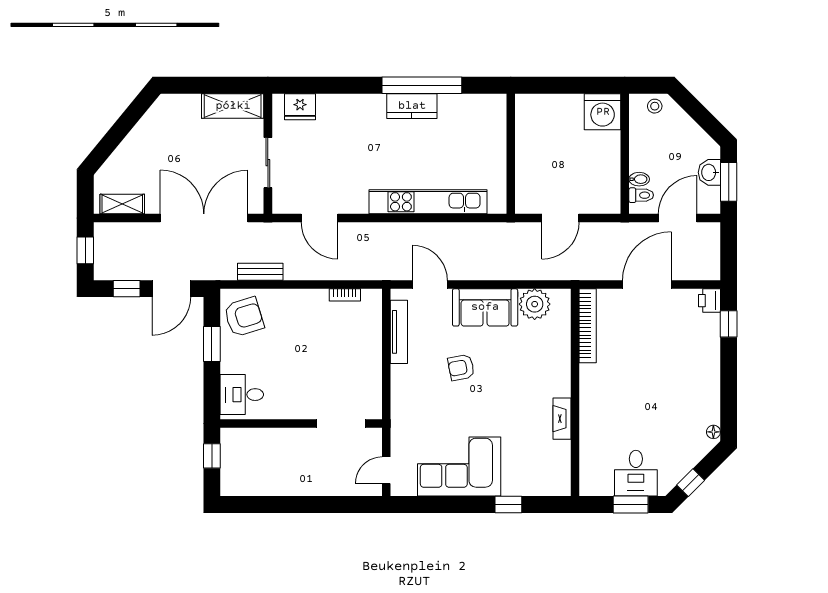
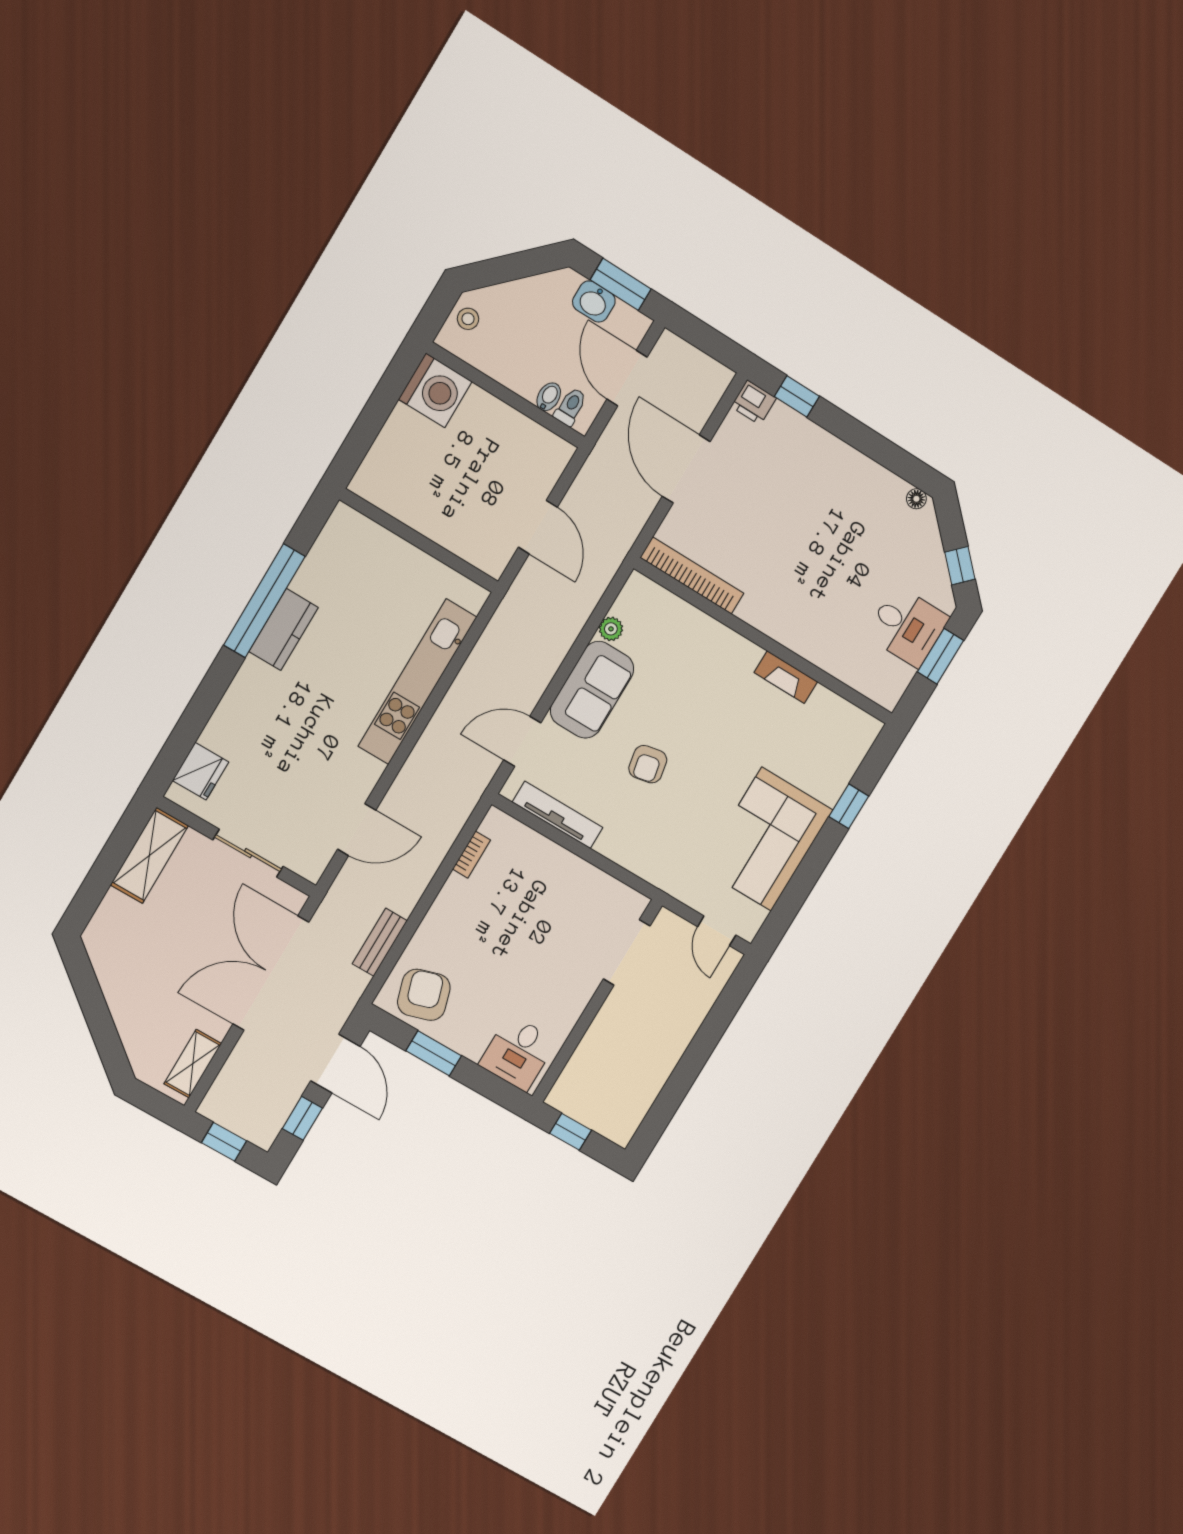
plant: (535, 304) -> (611, 629), width x0.53, depth x0.53

